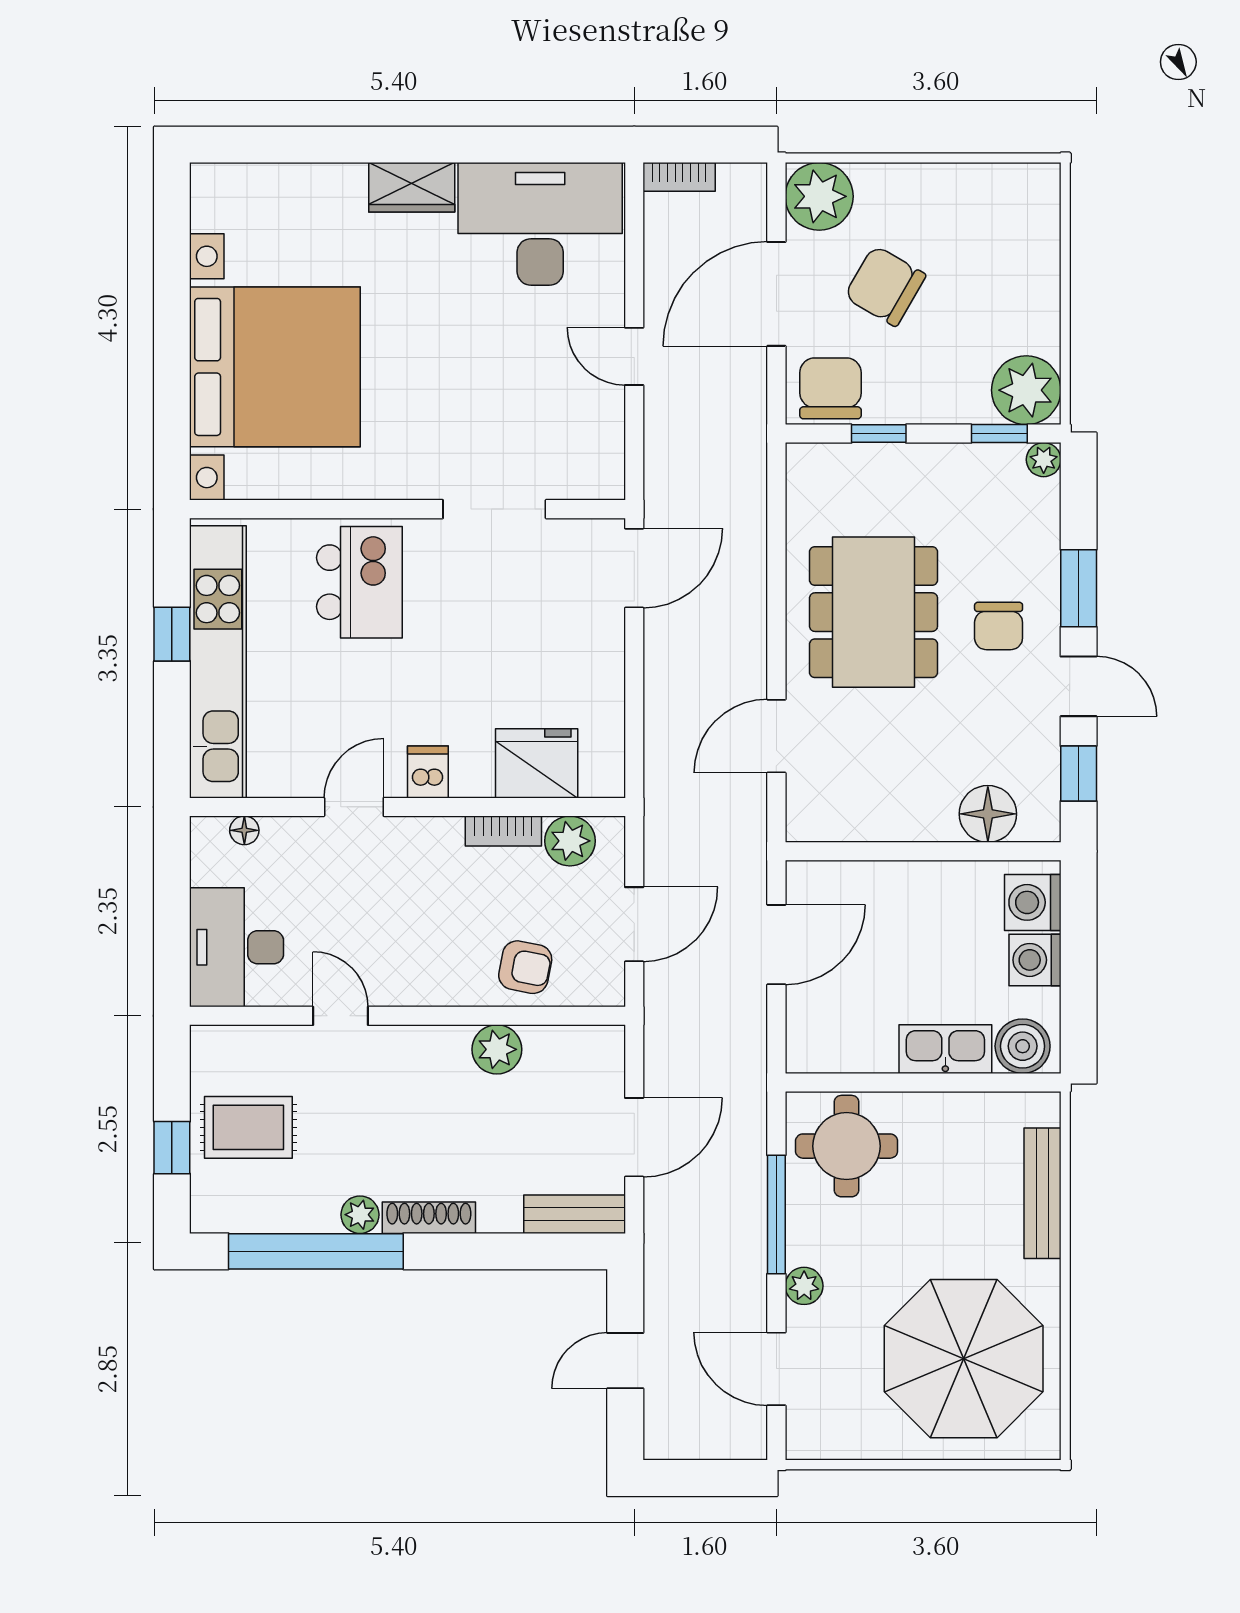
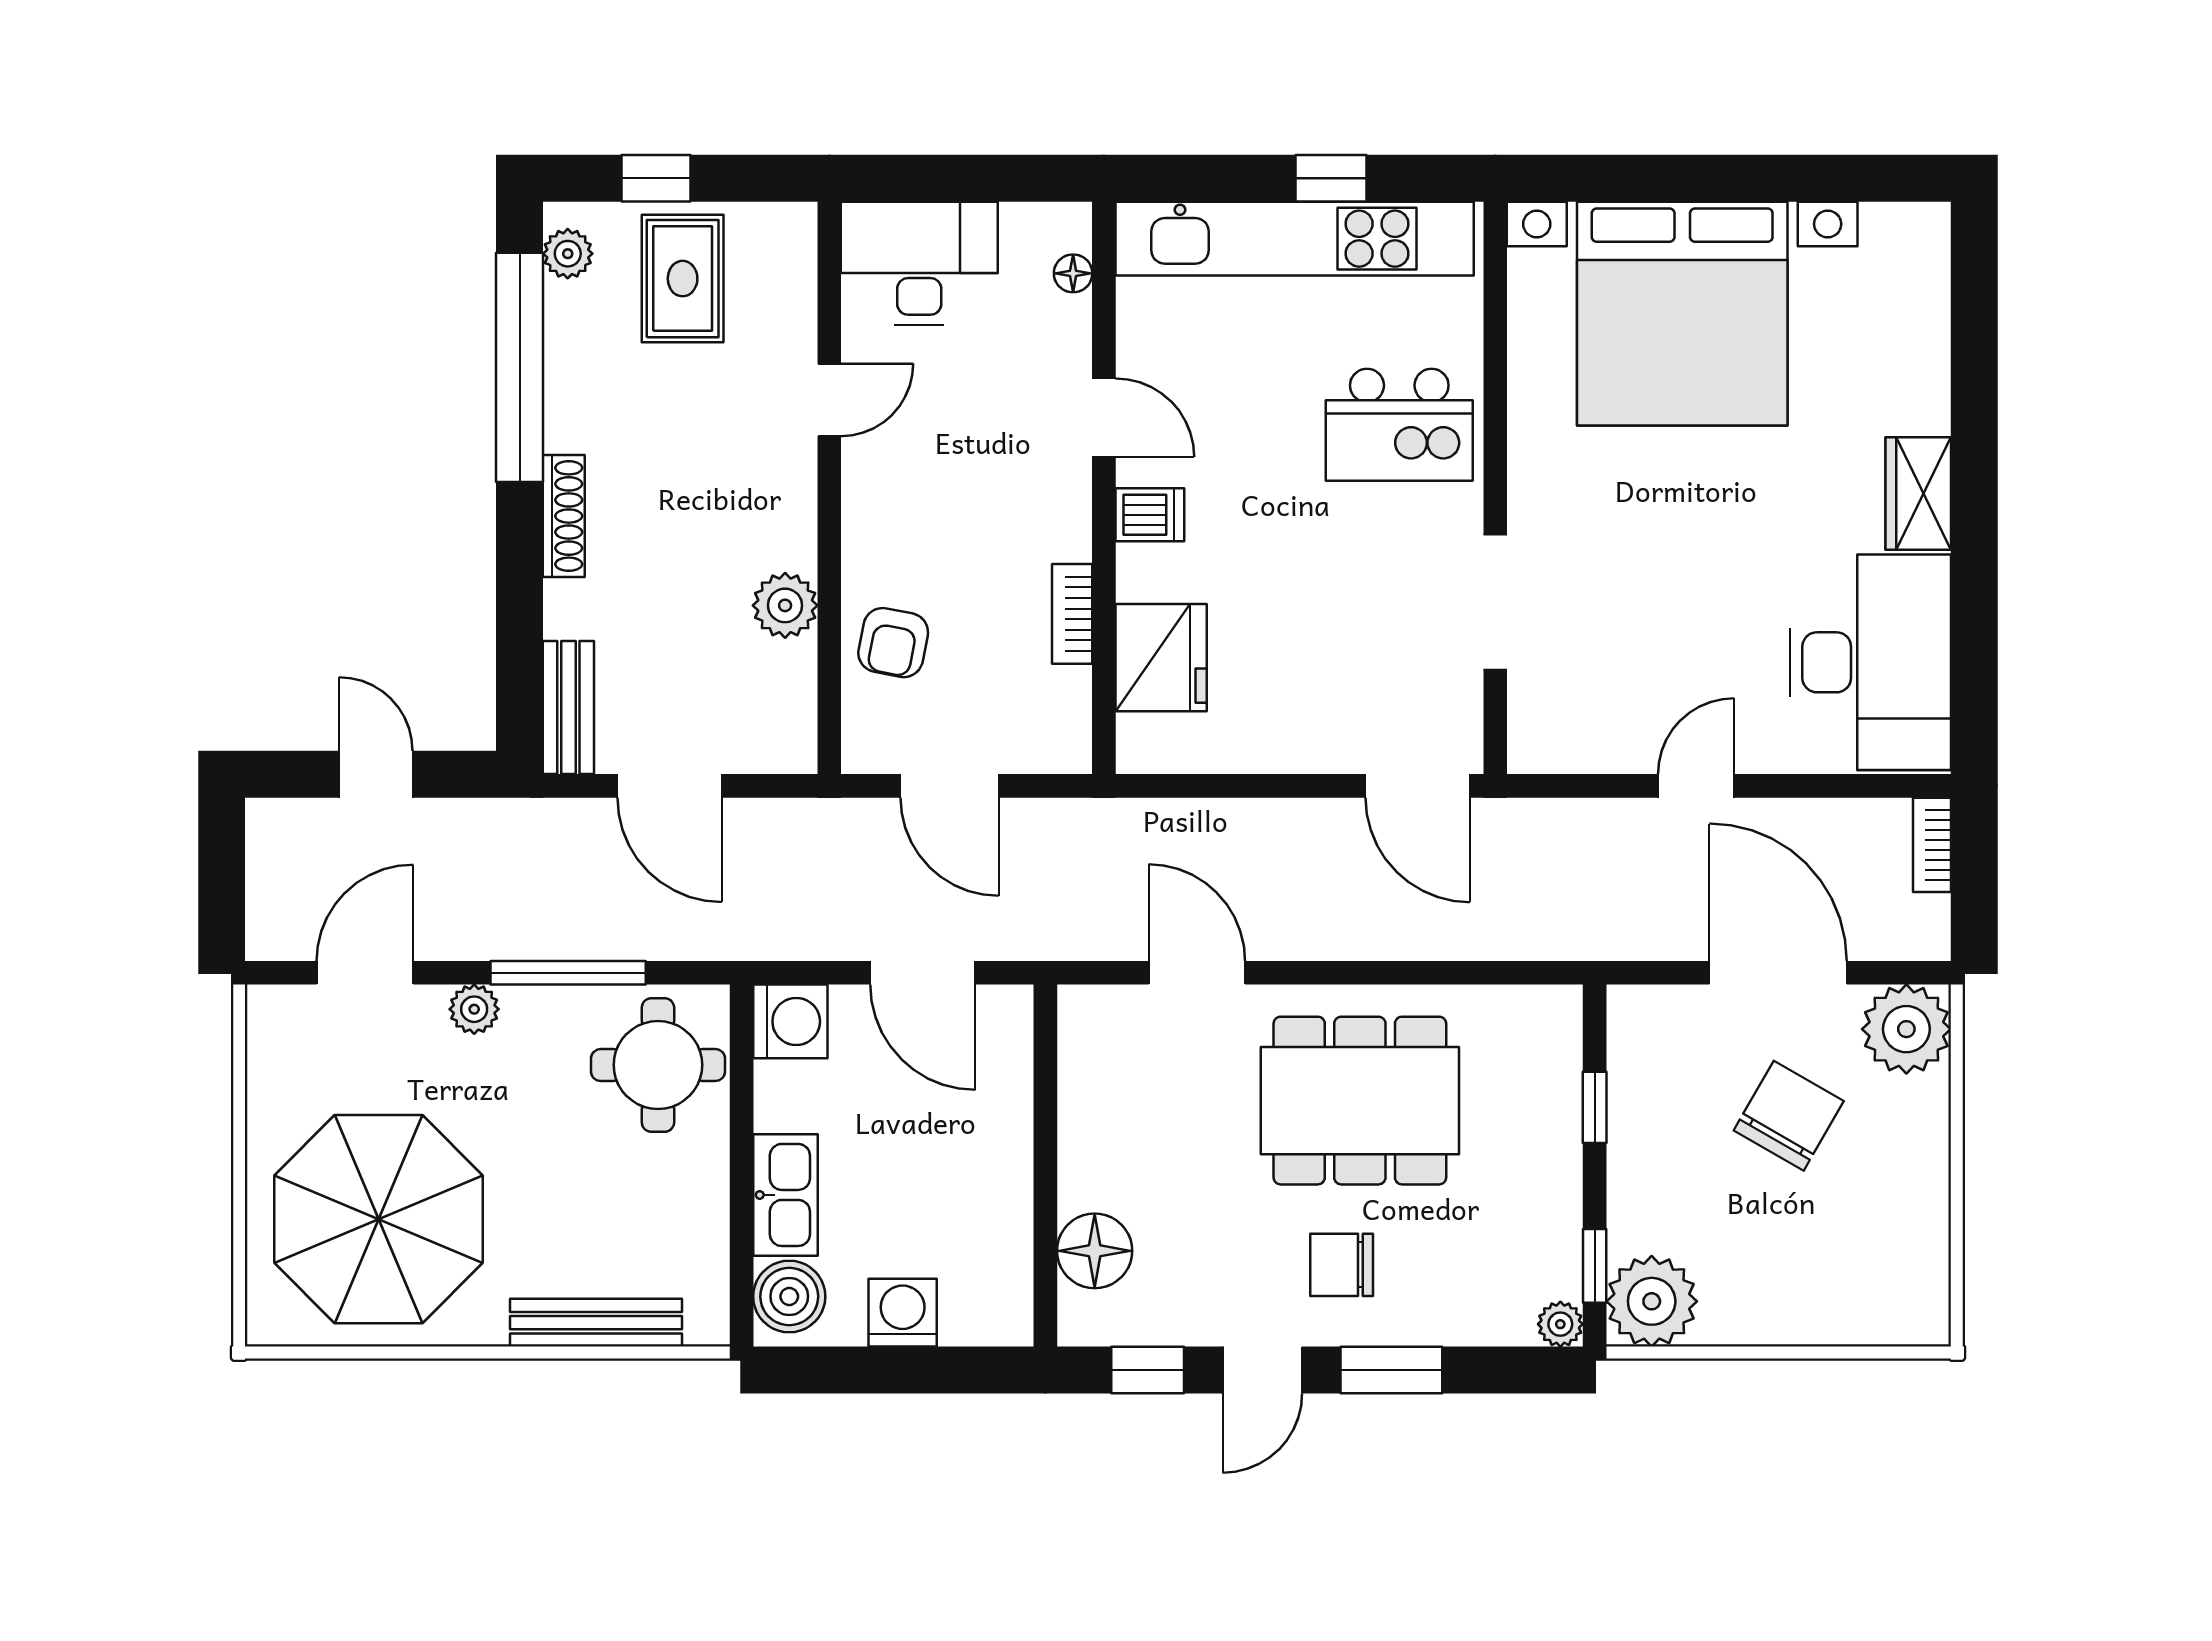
chair: (830, 388) -> (1654, 1044), removed
plant: (570, 841) -> (1059, 701), removed
washing machine: (1033, 902) -> (790, 1021), moved, turned 90
plant: (360, 1215) -> (568, 254), moved

